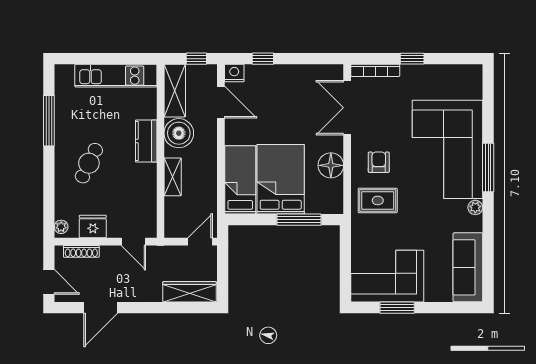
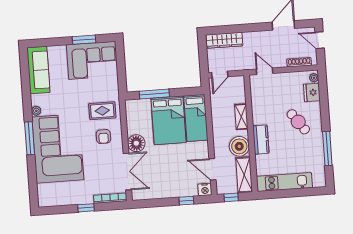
cafe table: (89, 163) -> (298, 122), turned -62
floor lamp: (331, 165) -> (136, 143), moved
fridge: (93, 226) -> (312, 92), moved, turned 90

